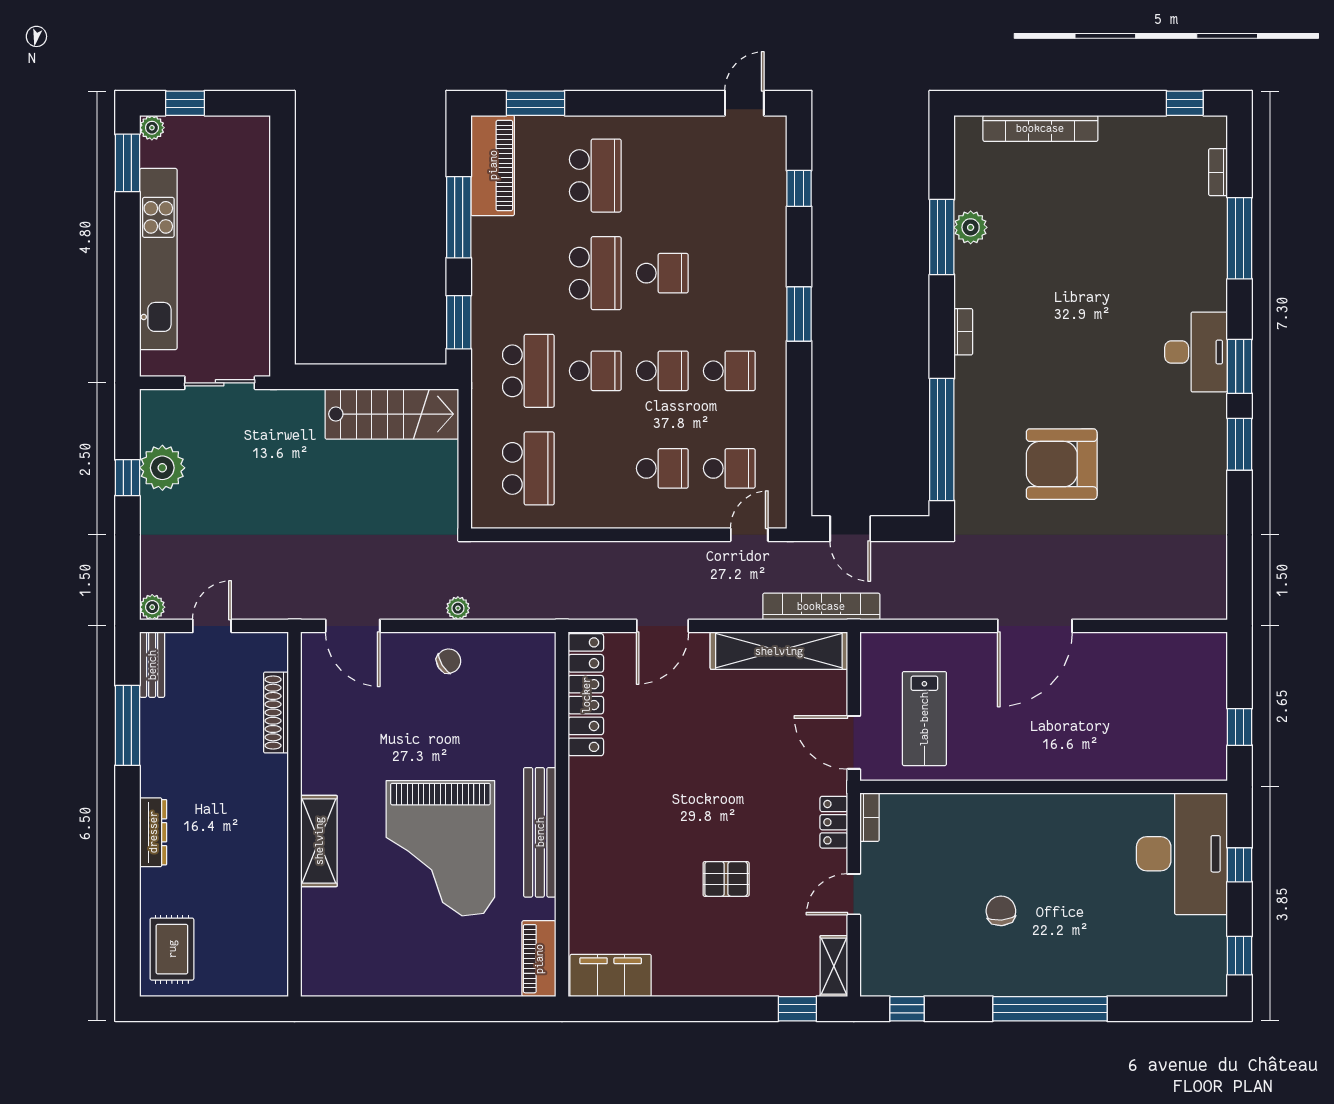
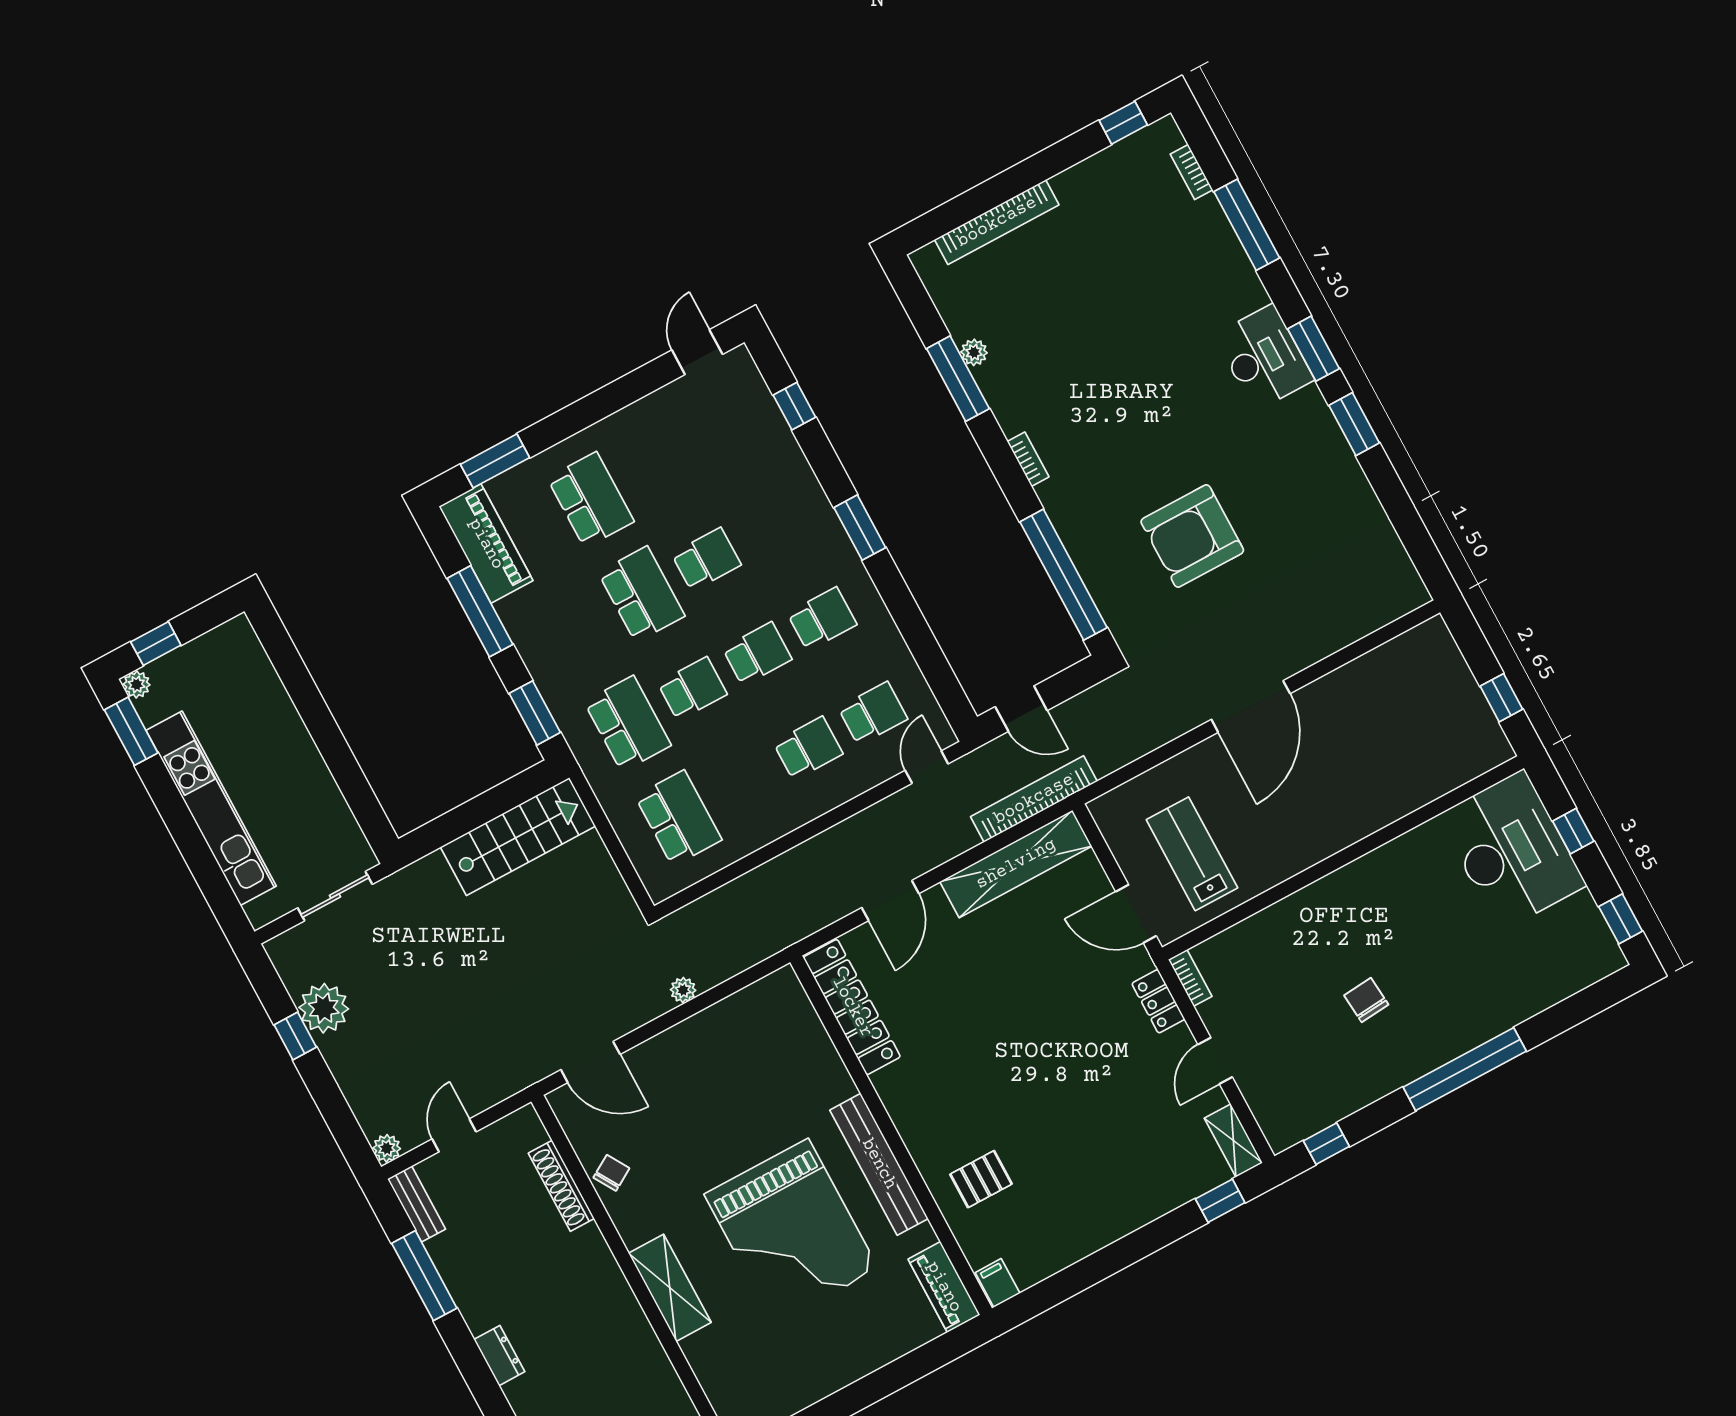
plant: (971, 227) -> (974, 352), width x0.73, depth x0.73
chair: (449, 661) -> (611, 1173), moved
lab bench: (924, 719) -> (1192, 854), turned 180
dresser: (153, 832) -> (499, 1356), width x0.70
pallet: (726, 879) -> (981, 1179), moved
filing cabinet: (611, 975) -> (998, 1283), width x0.33, depth x0.86

